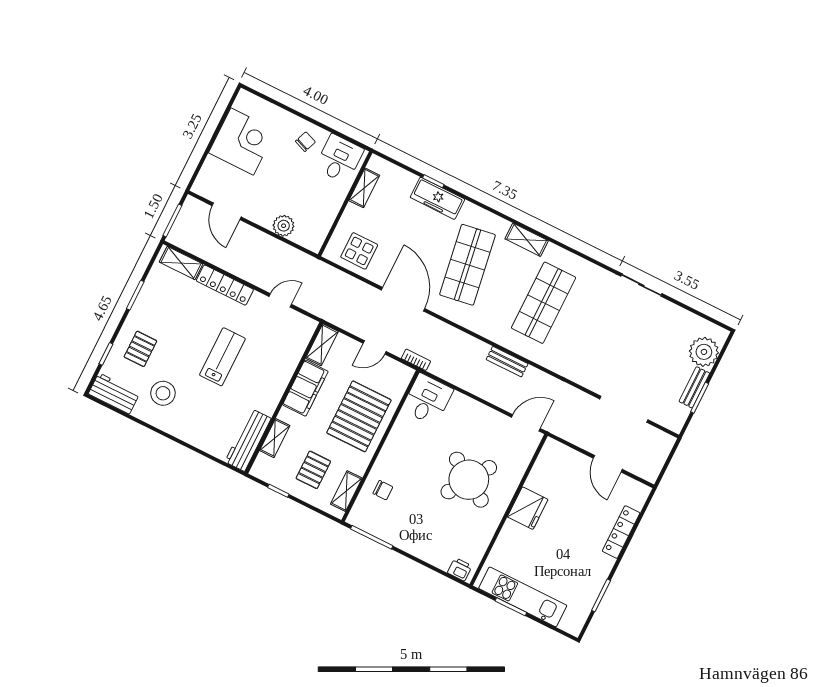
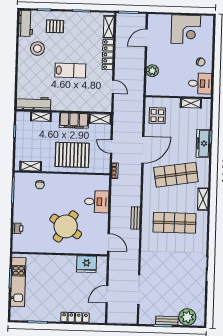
desk: (427, 399) -> (97, 202), moved
pallet: (313, 470) -> (34, 144), removed
fridge: (528, 508) -> (87, 264), moved
printer: (460, 569) -> (18, 228), moved

